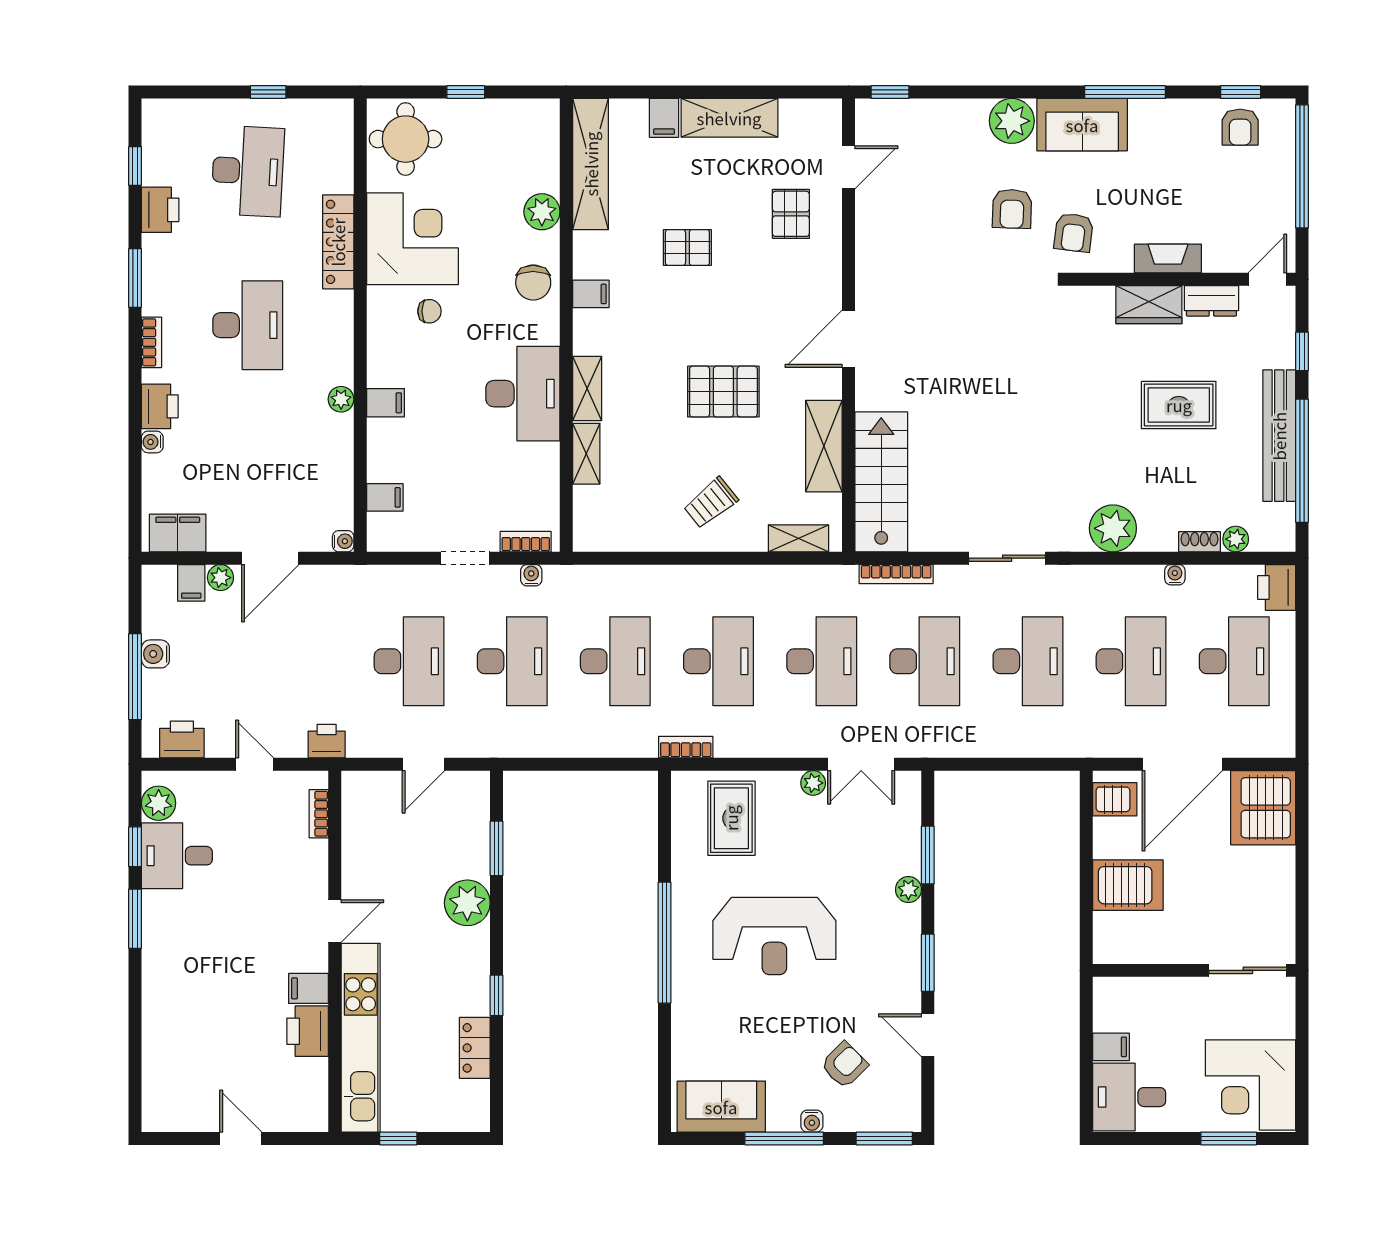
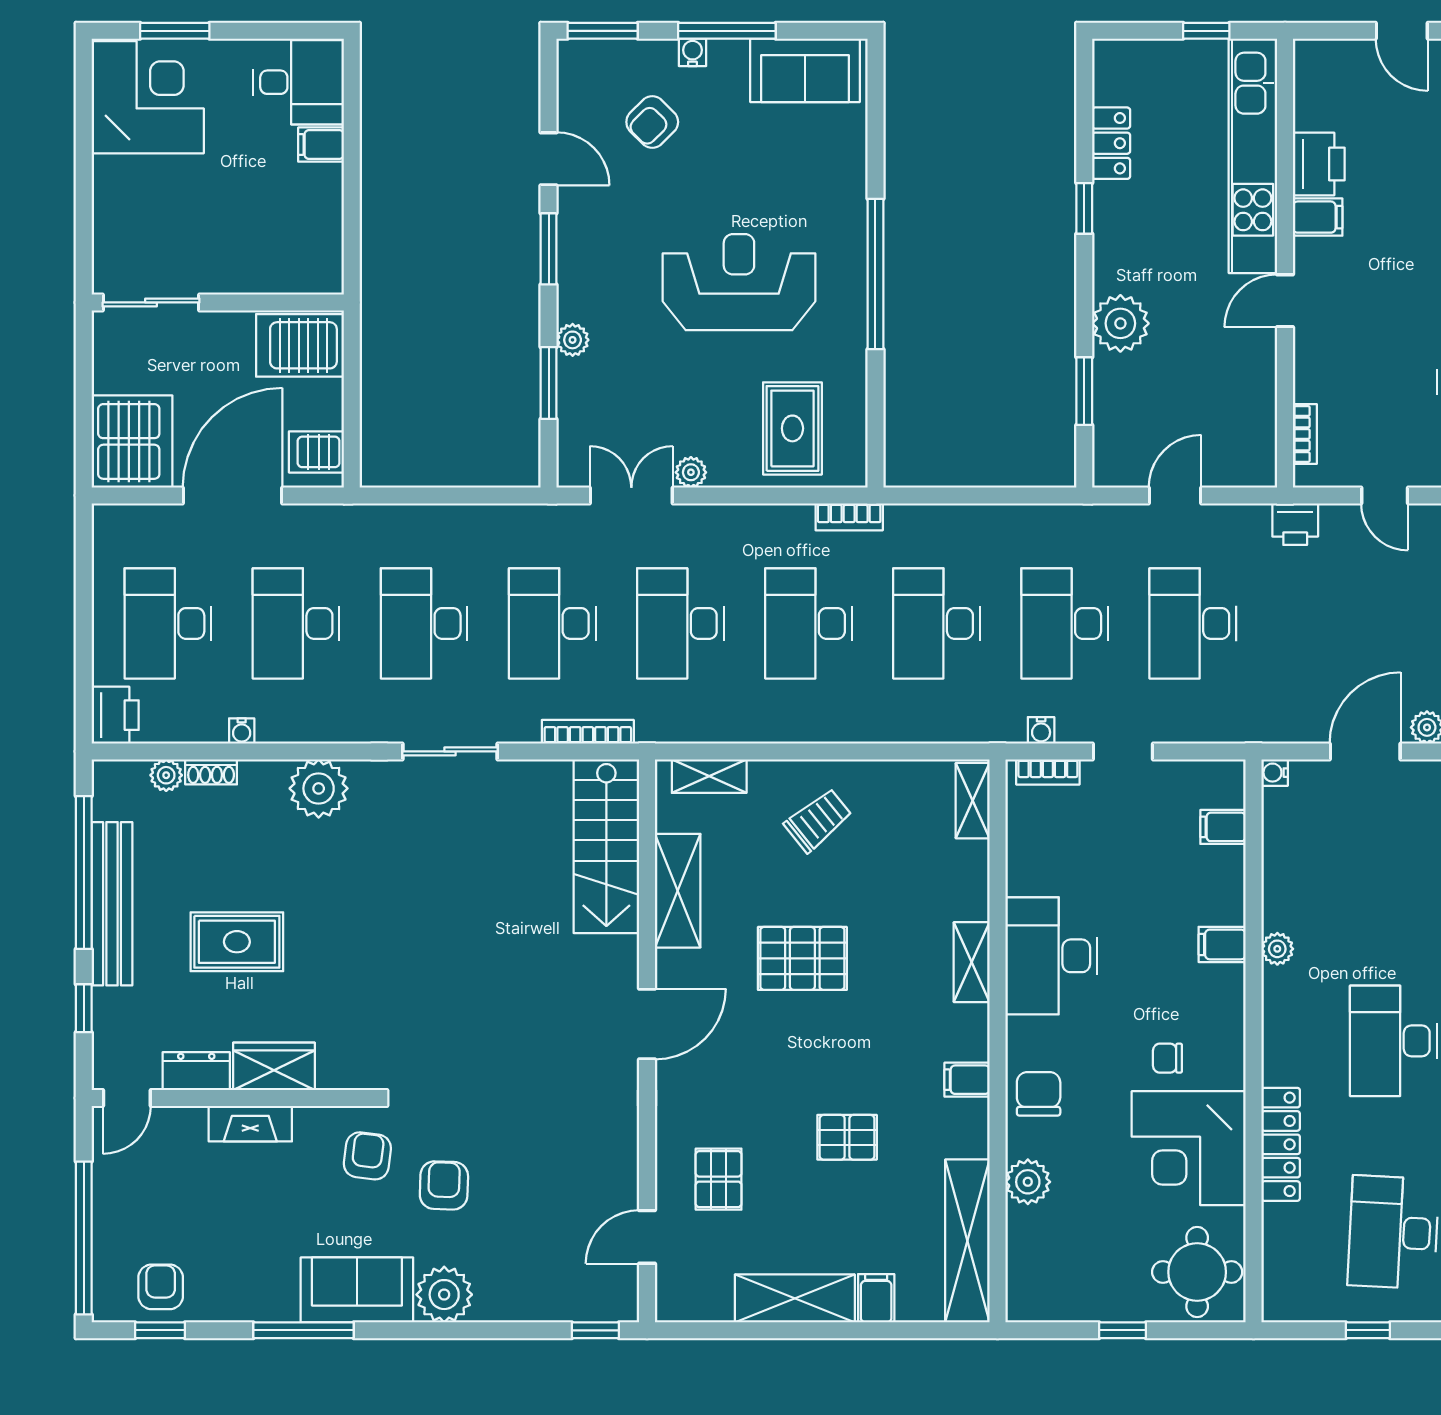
shelving: (586, 454) -> (973, 801), moved
wall: (1194, 970) -> (218, 302), moved
sliding door: (1248, 970) -> (151, 302), moved

